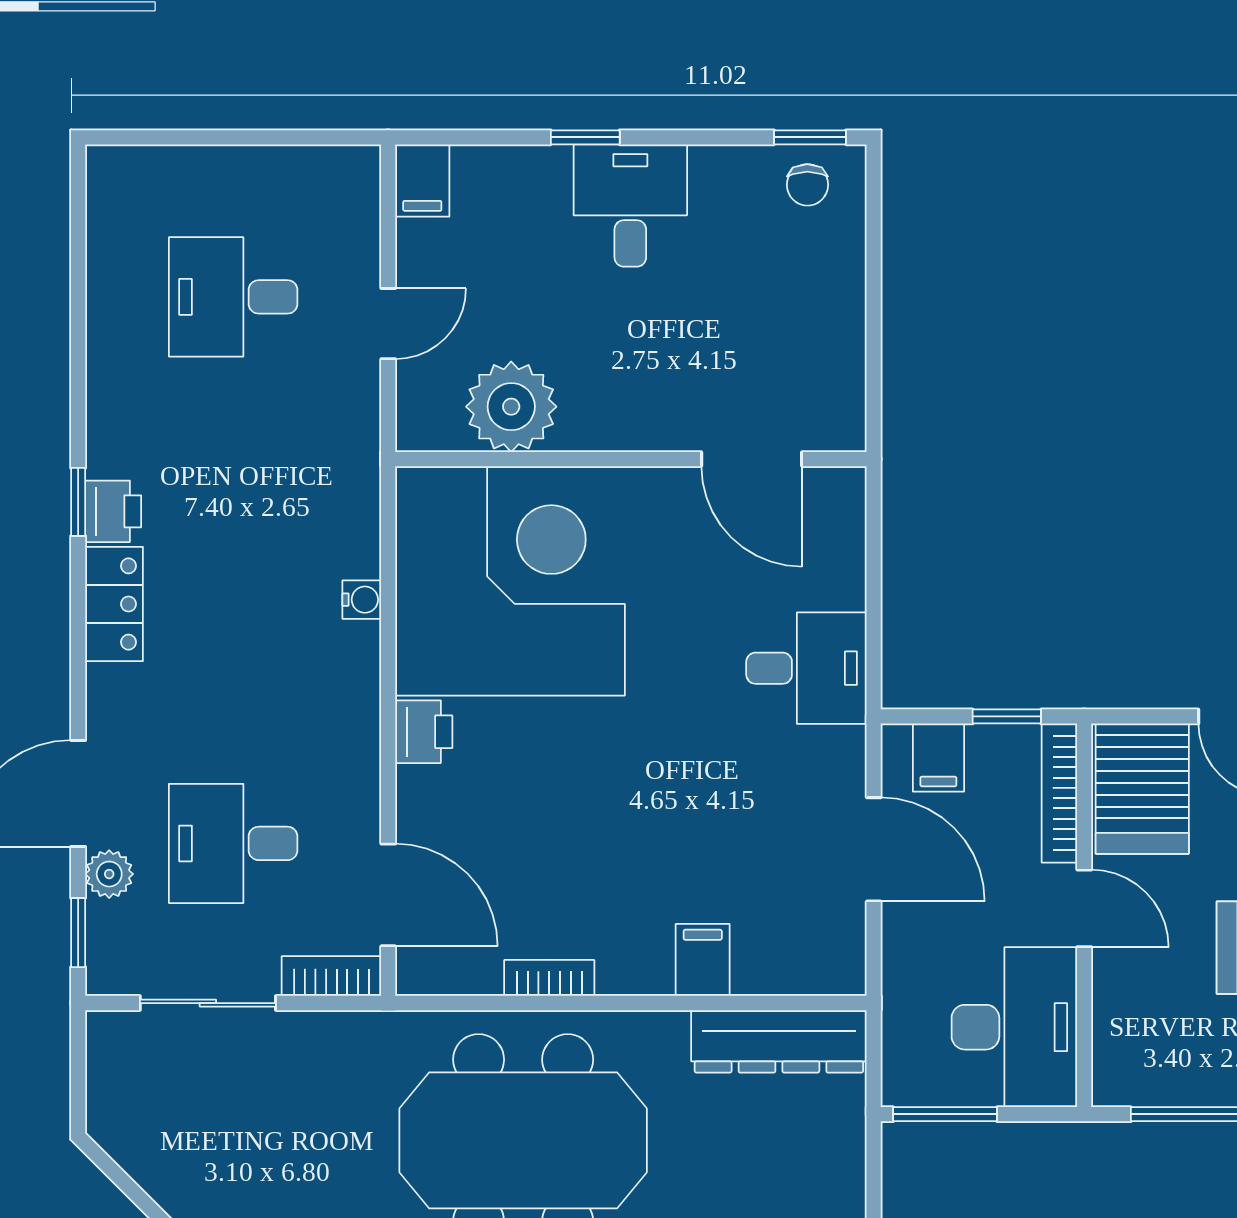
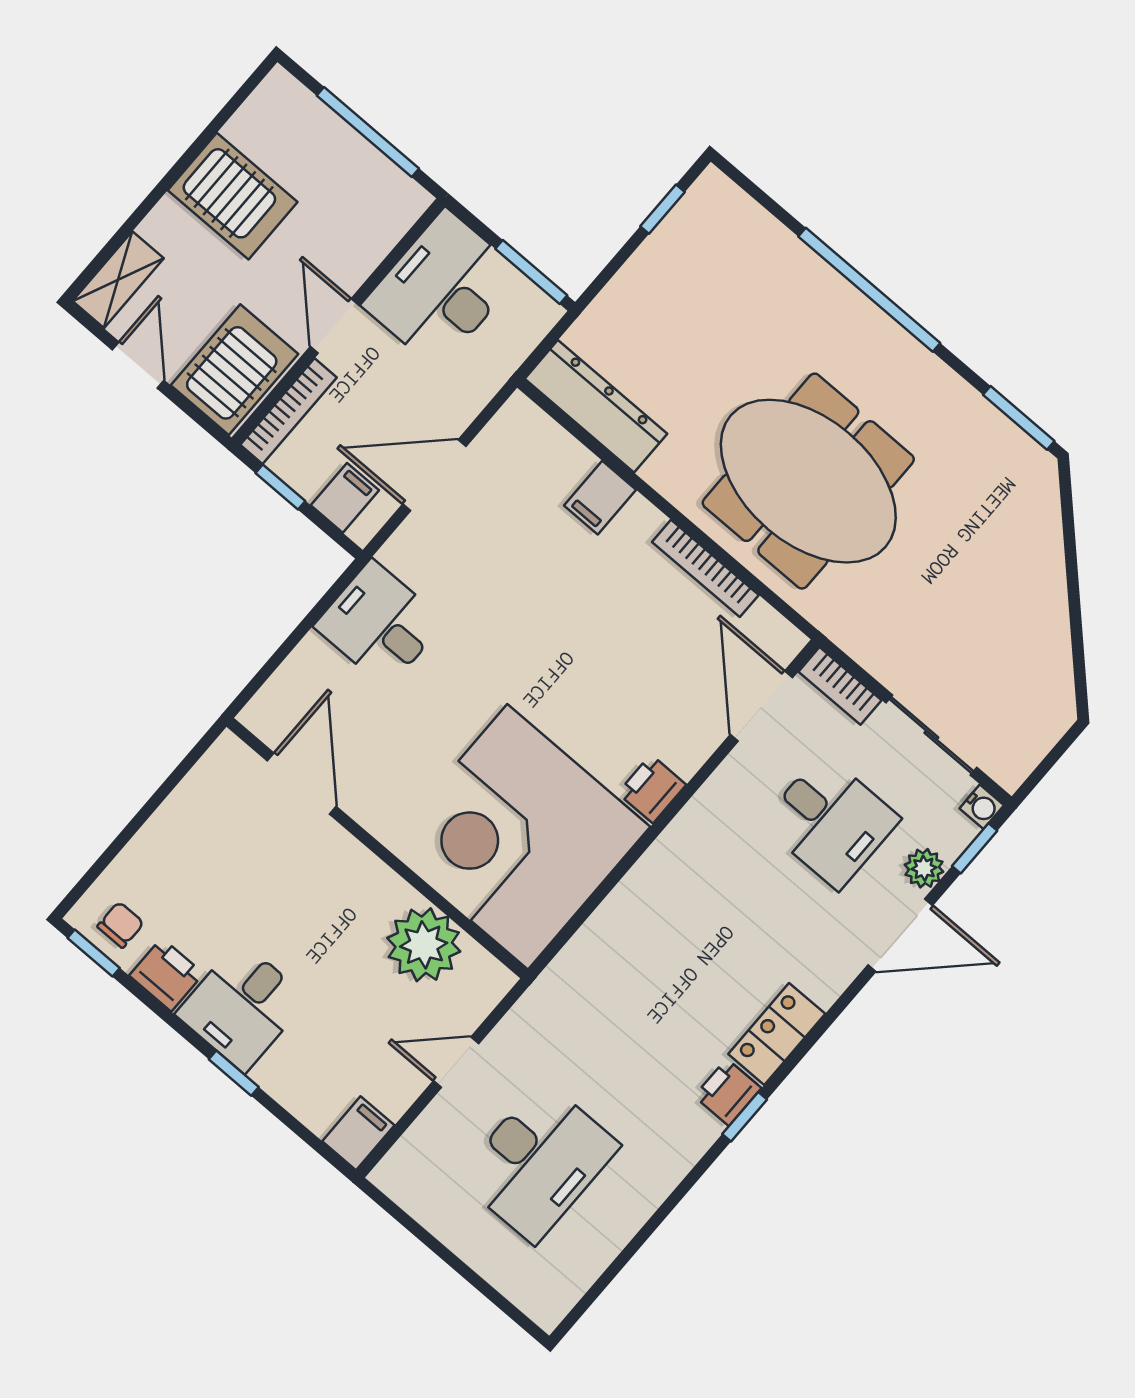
printer: (726, 175) -> (166, 975), added
desk: (233, 297) -> (538, 1162), width x1.37
water cooler: (362, 600) -> (982, 807), moved, turned 180
door: (874, 849) -> (434, 475), hinge flipped
bookcase: (549, 978) -> (705, 568), width x1.56

